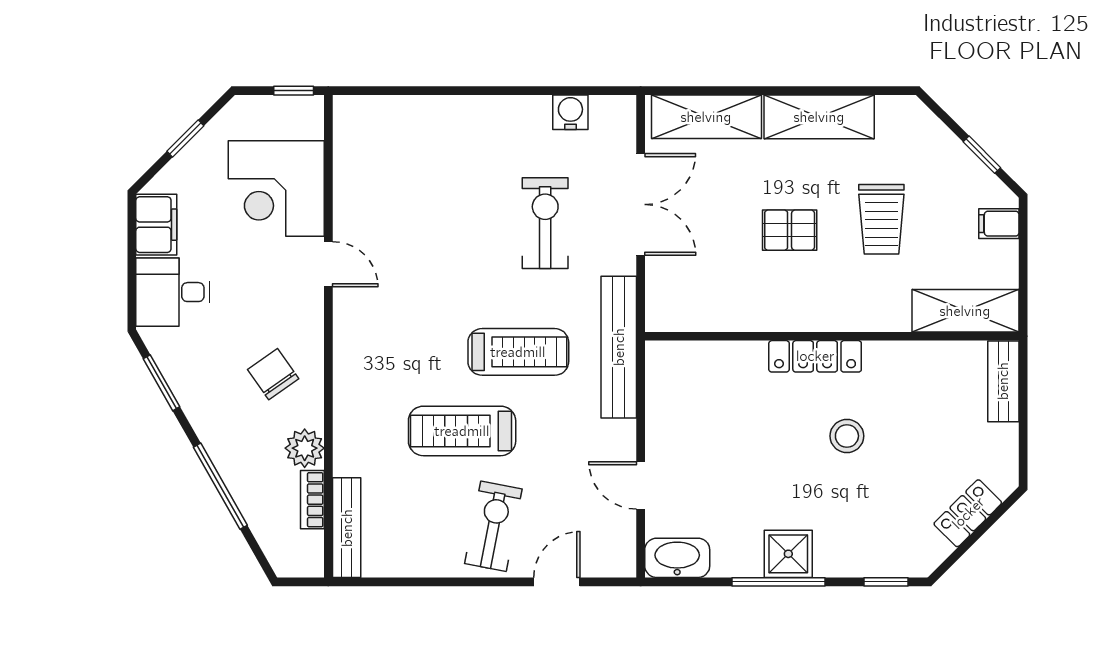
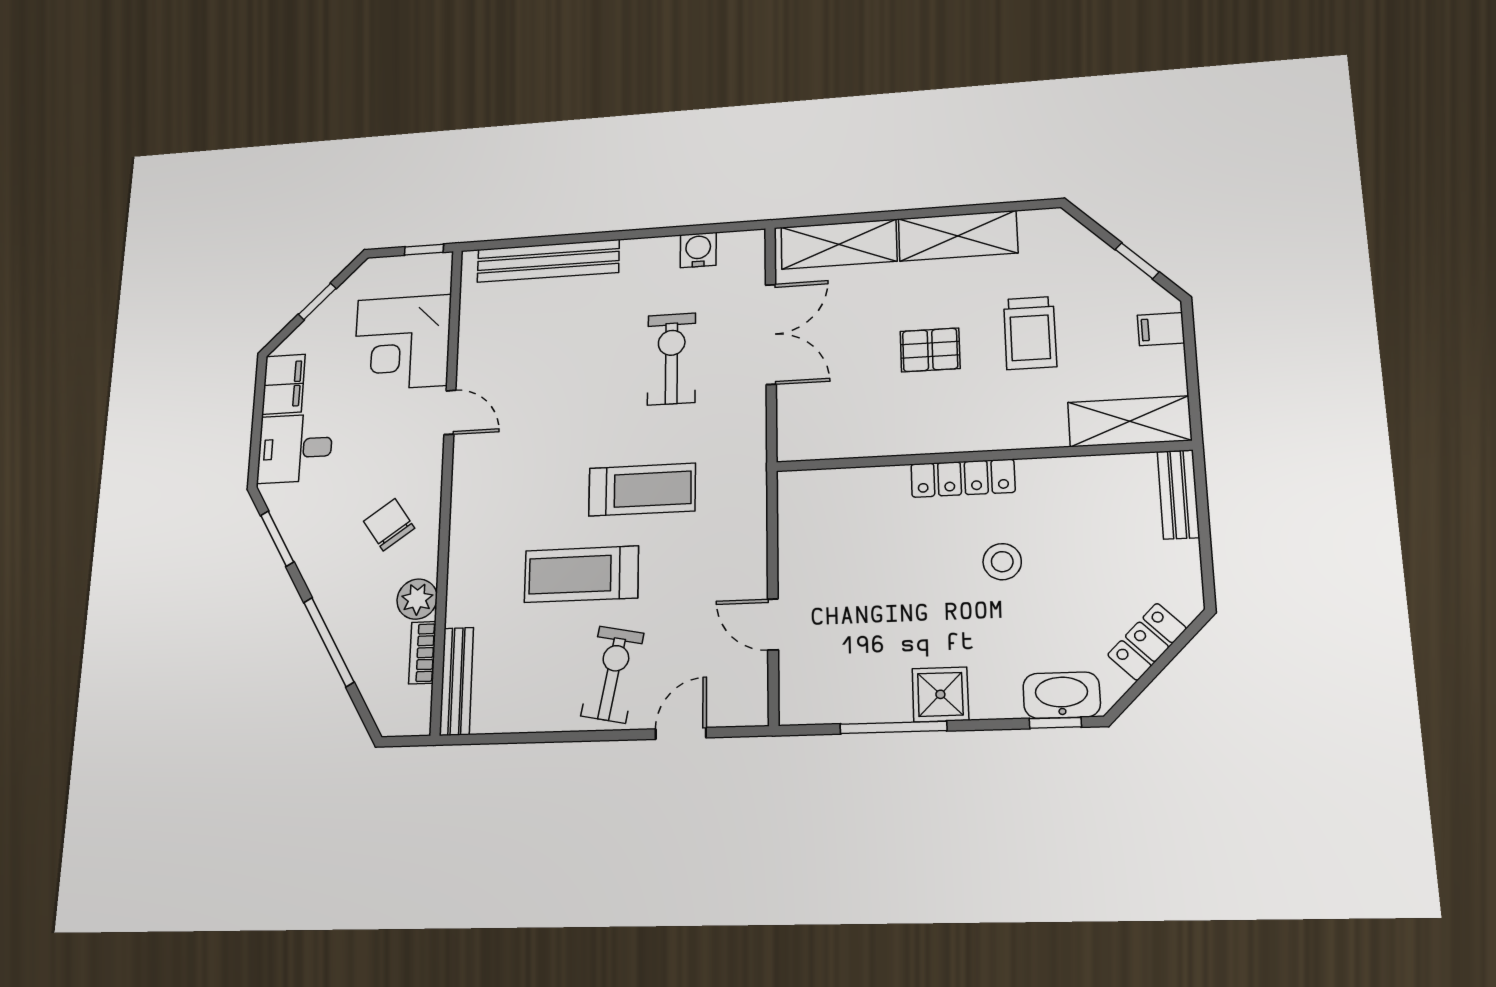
bench: (619, 347) -> (548, 261), moved, turned 90
washbasin: (677, 558) -> (1062, 695), moved
window: (779, 582) -> (893, 727), moved

